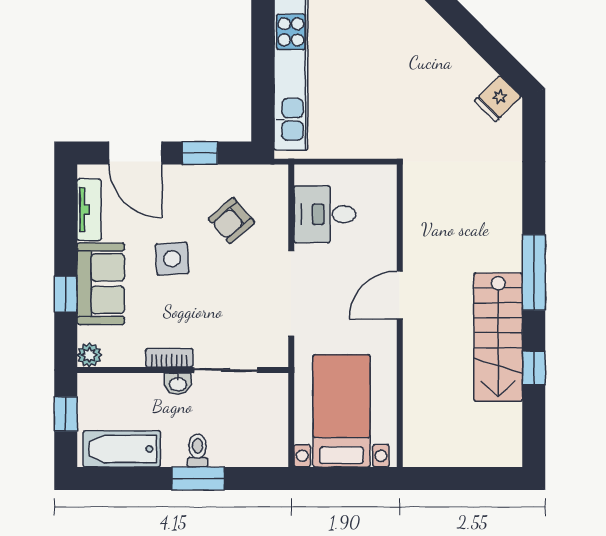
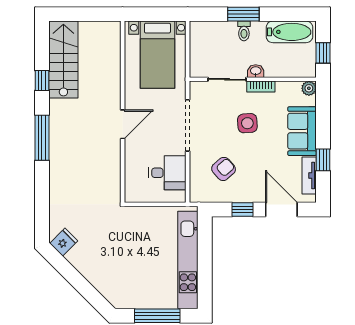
side table: (172, 259) -> (247, 123), moved
window: (66, 294) -> (323, 160), moved
stairs: (498, 337) -> (63, 60), moved

